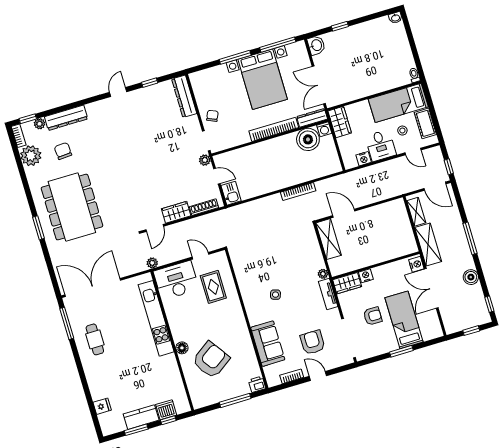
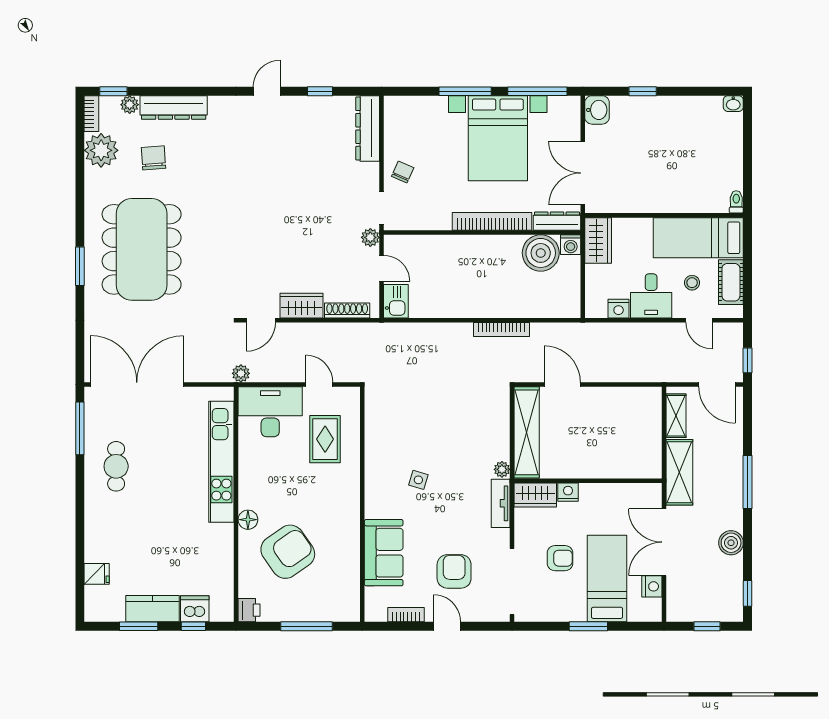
shelving: (329, 239) -> (527, 432), width x1.47
nightstand: (416, 264) -> (652, 586), moved
printer: (257, 384) -> (249, 610), moved, turned 90

